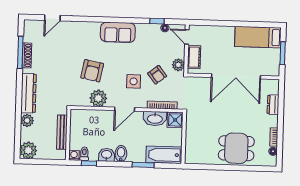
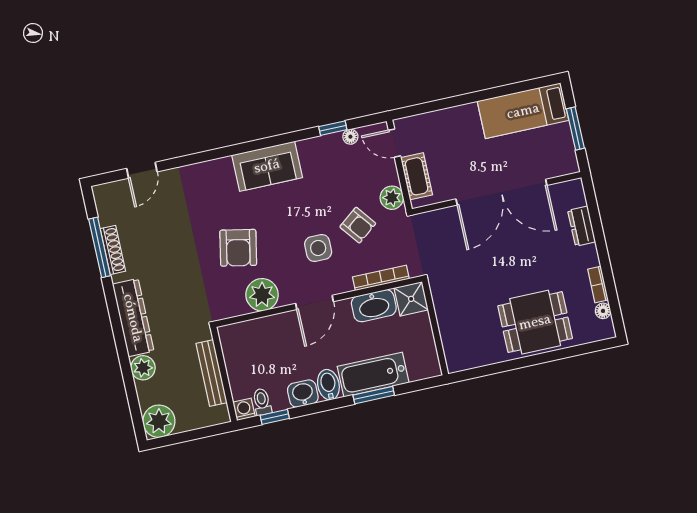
bathtub: (164, 155) -> (373, 375), moved

